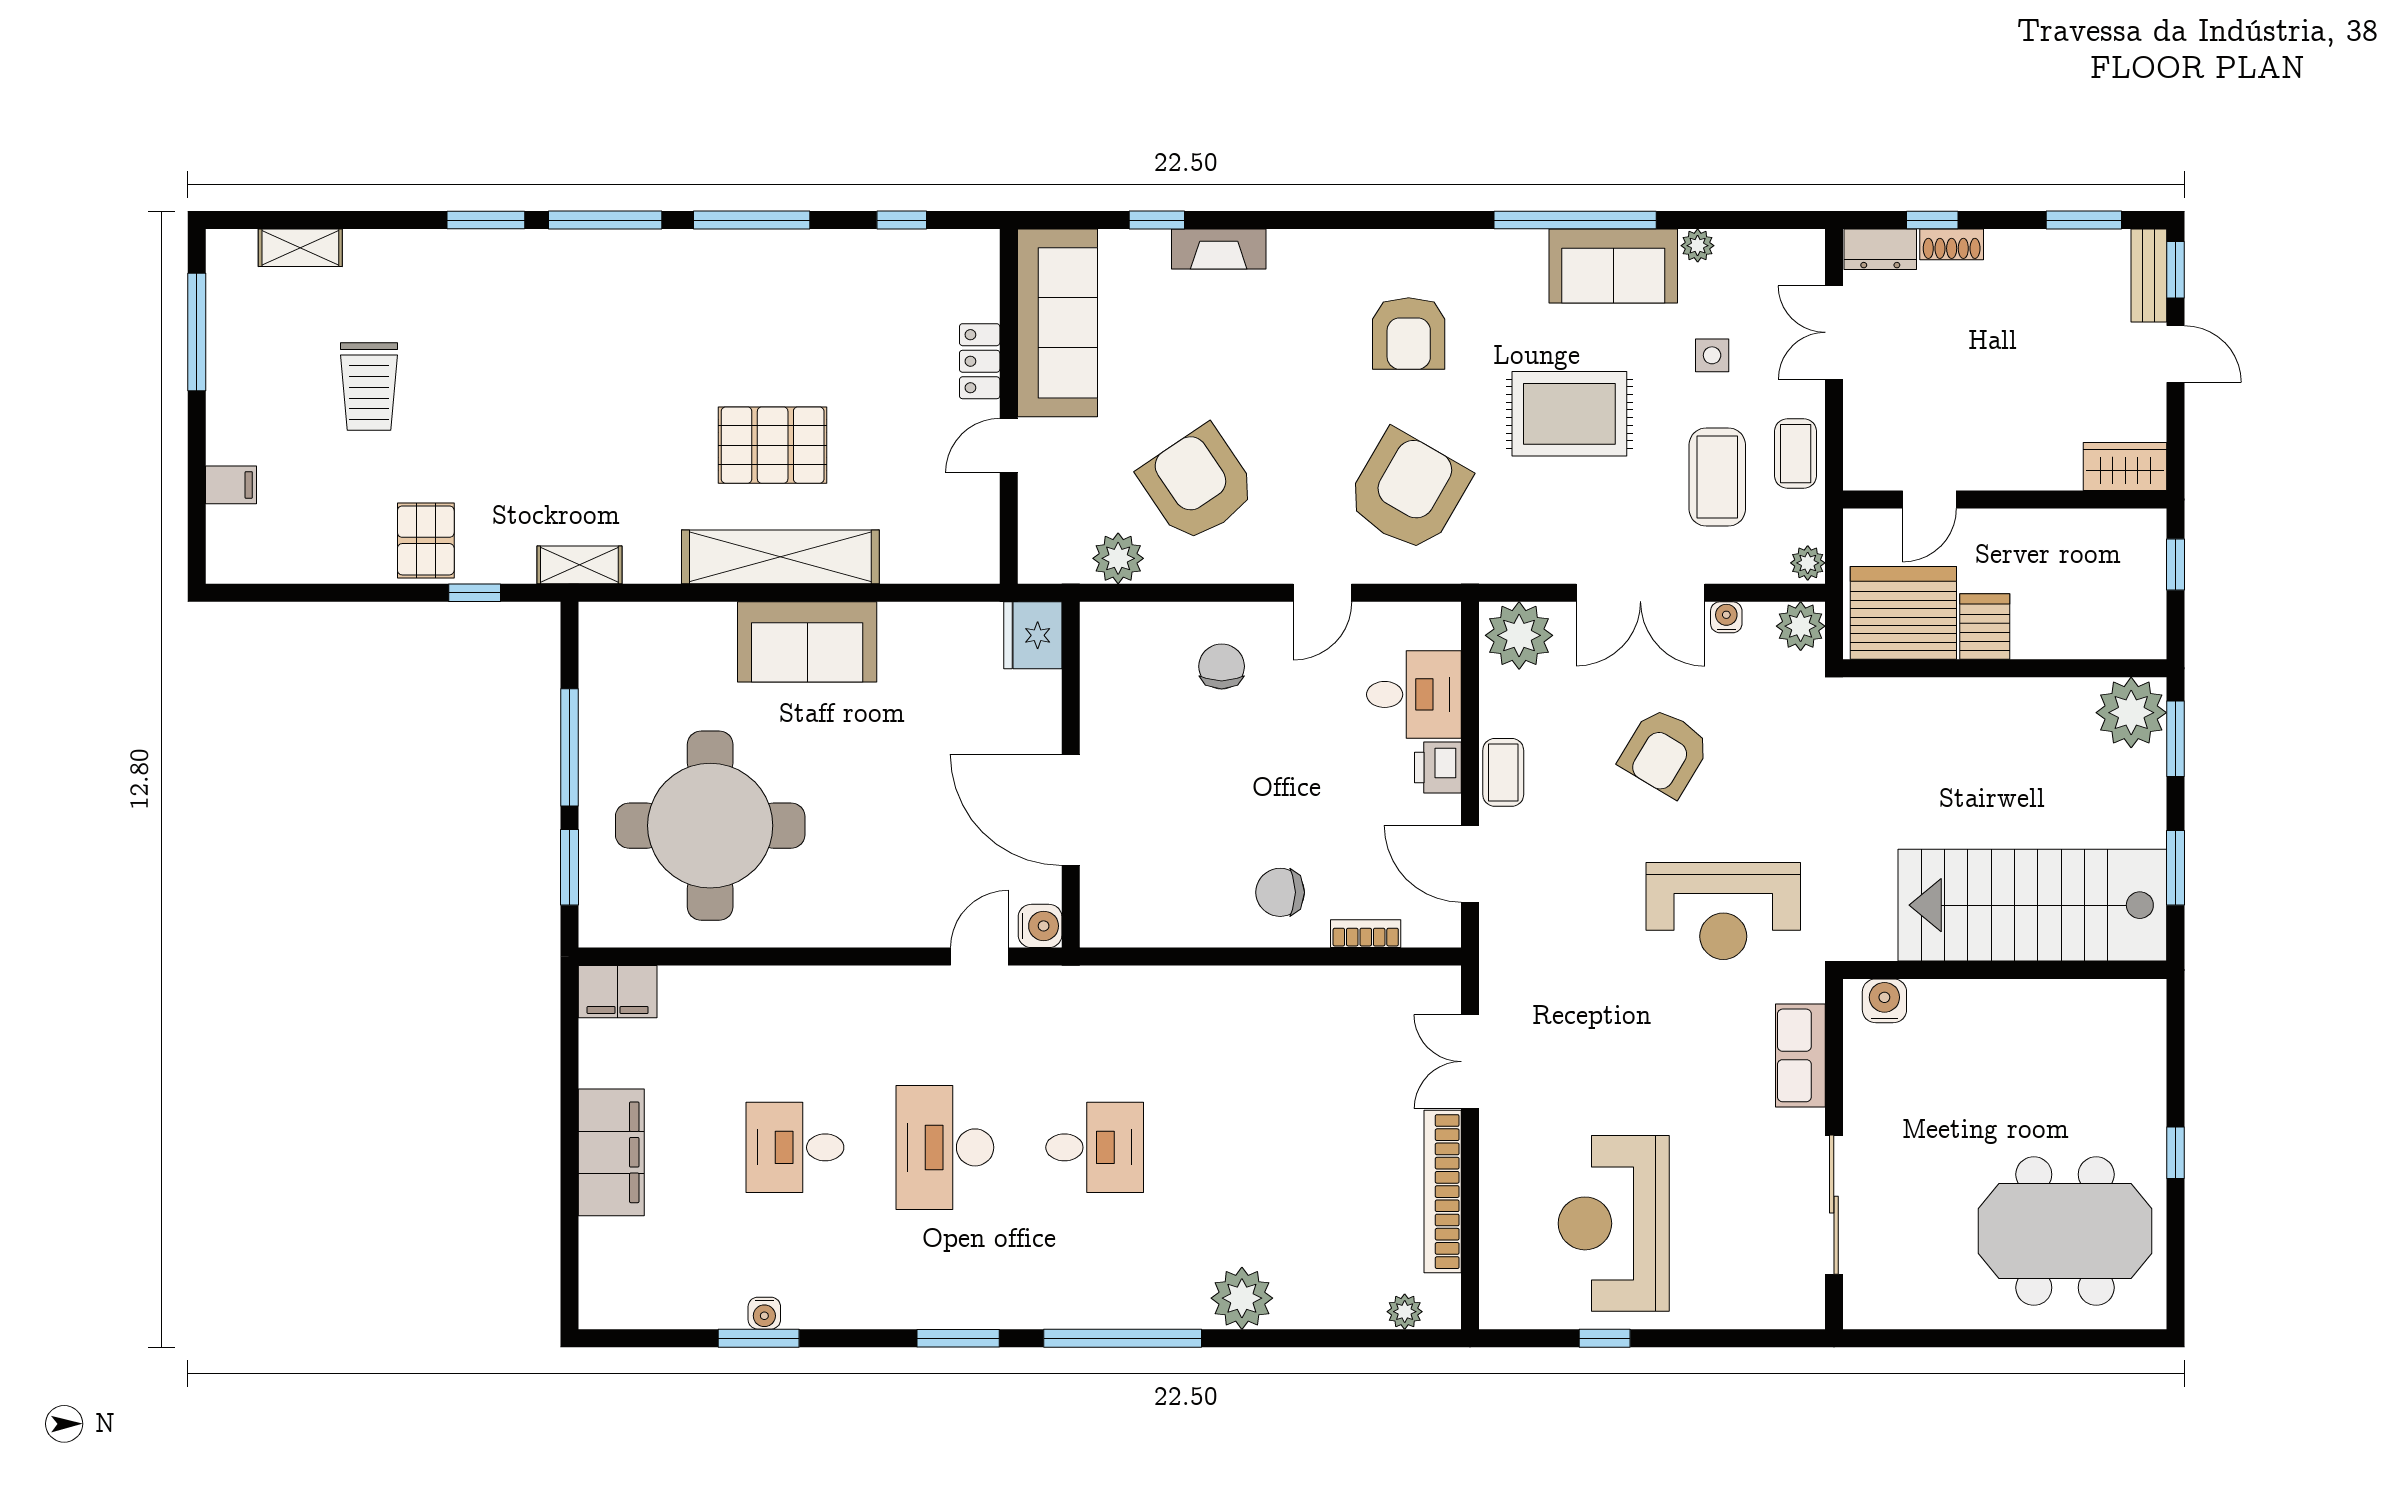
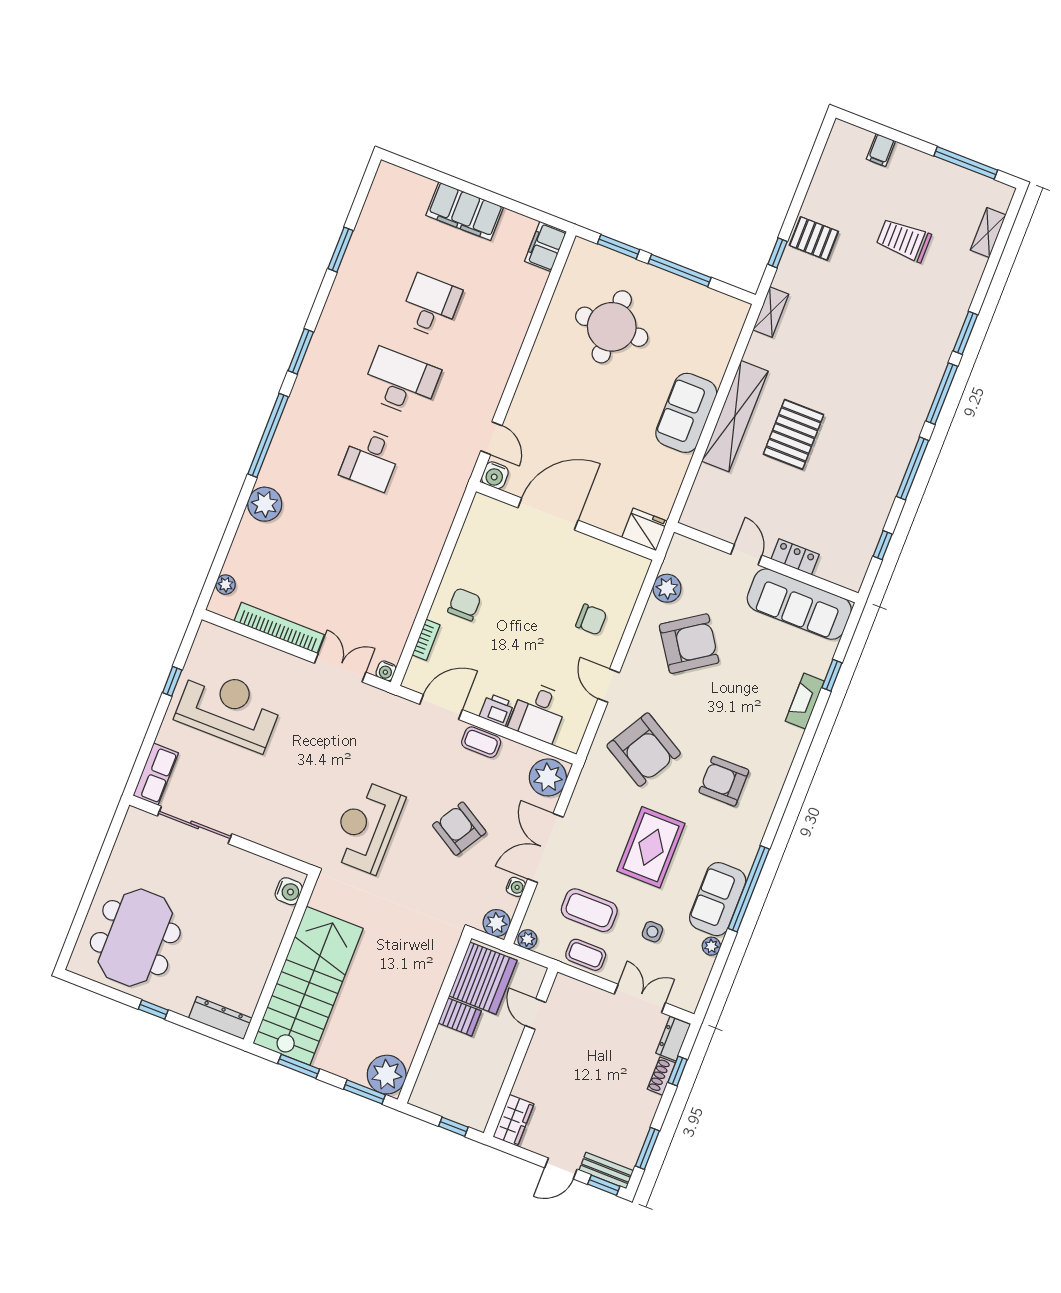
round table: (710, 826) -> (612, 327), width x0.73, depth x0.73
dresser: (2145, 1033) -> (220, 1018), added
row of seats: (1800, 1055) -> (156, 774), moved, turned 90
water cooler: (764, 1313) -> (386, 671), moved, turned -90

